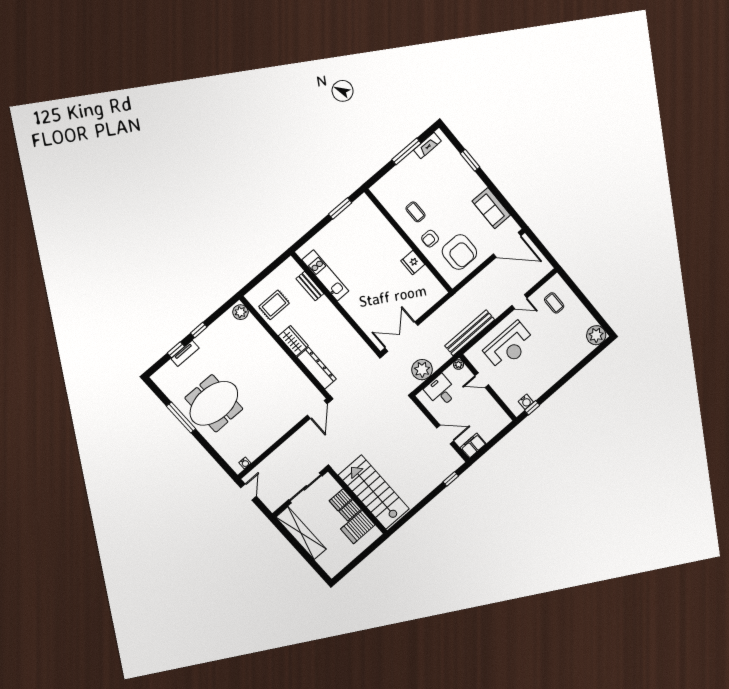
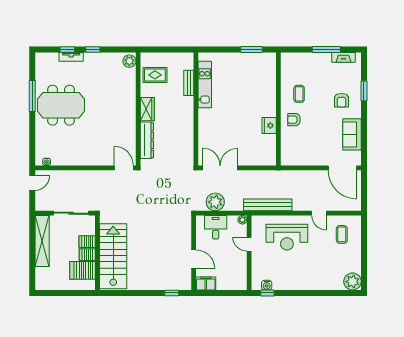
armchair: (459, 252) -> (342, 100), moved, width x0.53, depth x0.53
door: (317, 409) -> (124, 168), swing flipped

